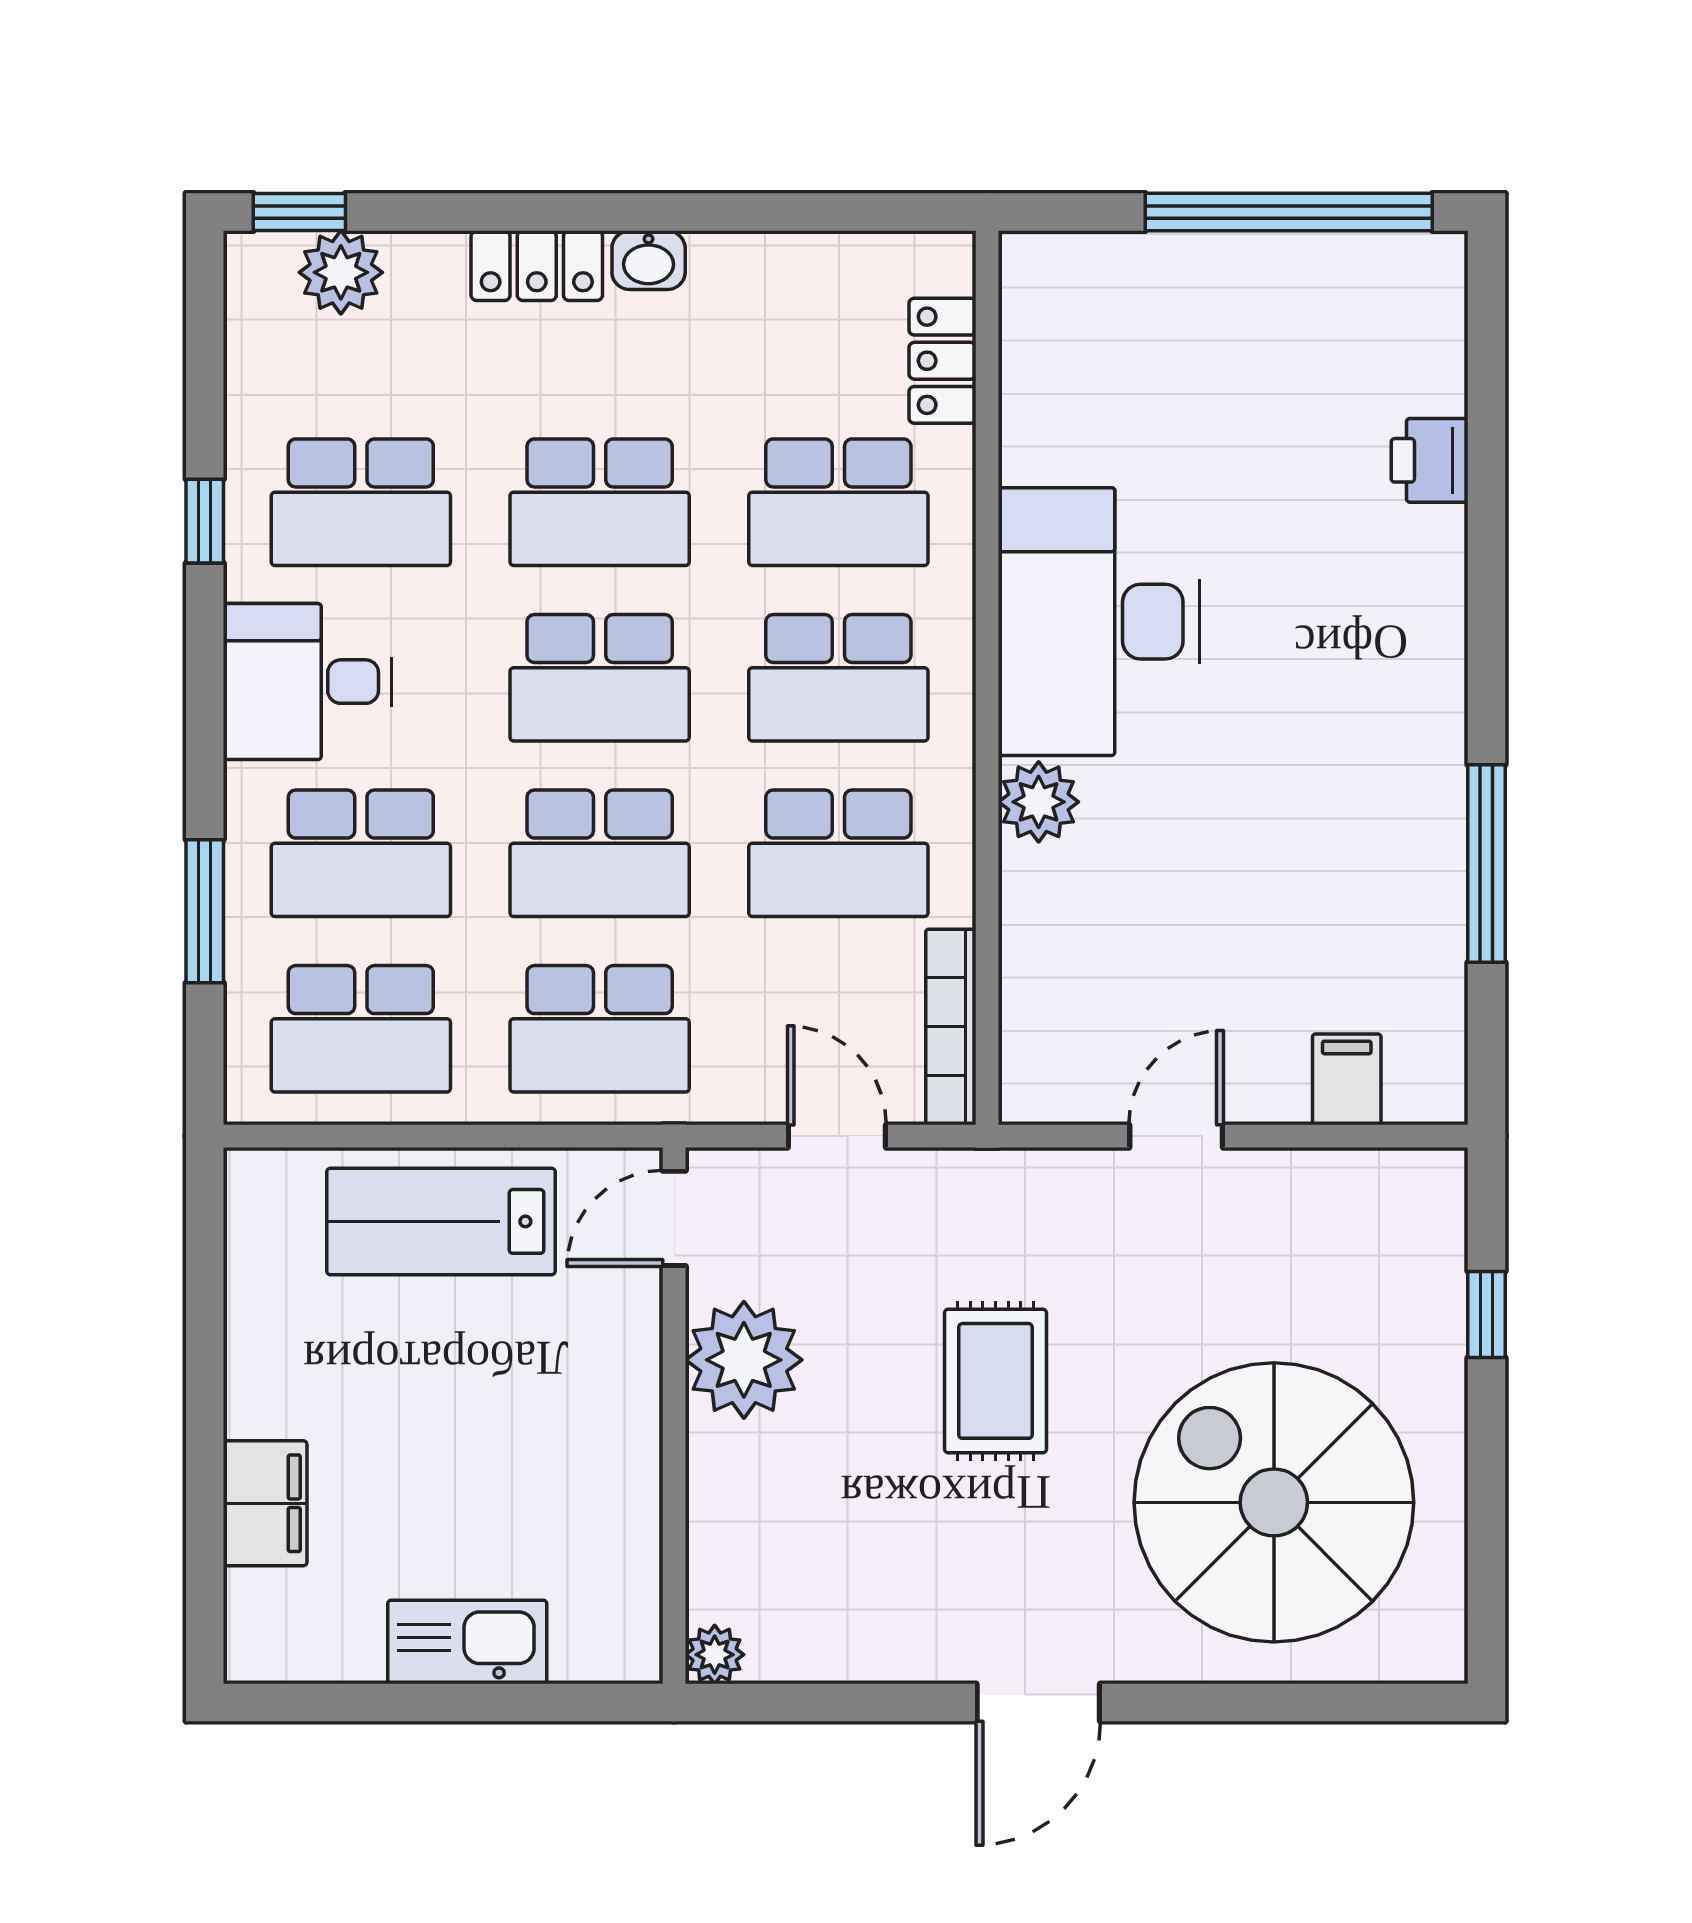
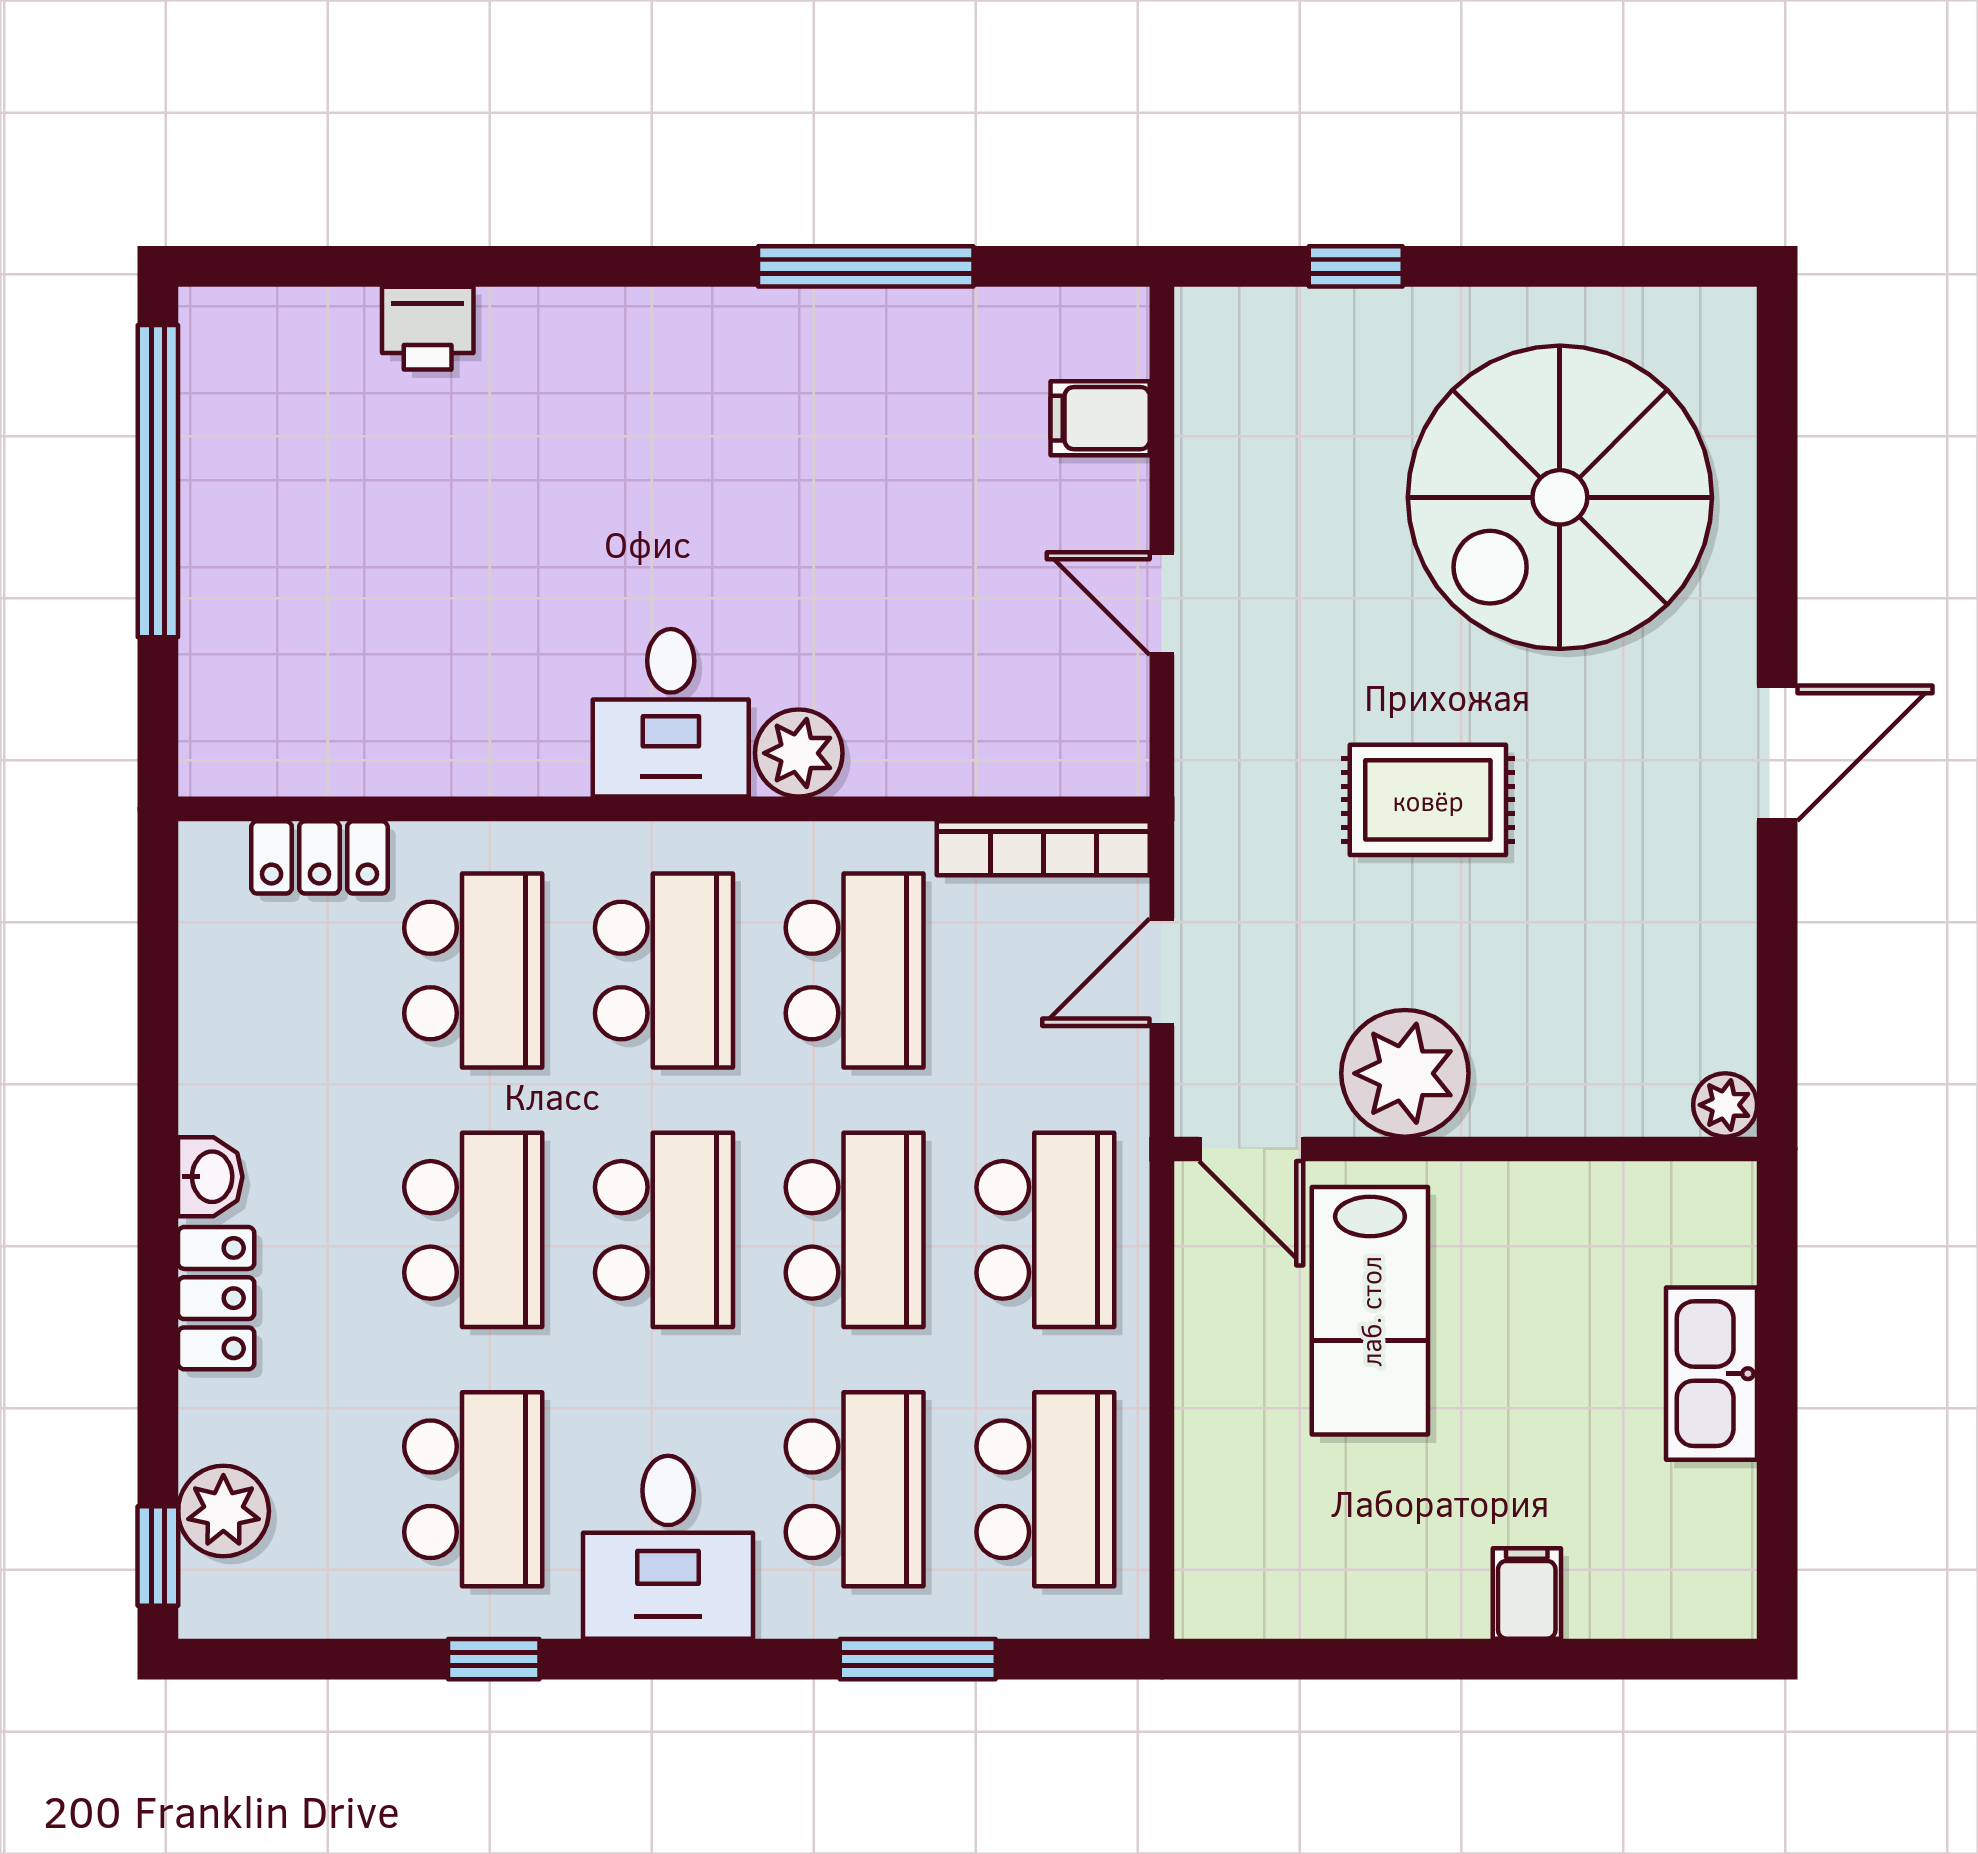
desk: (1099, 622) -> (671, 713), width x0.53, depth x0.77
lab bench: (441, 1221) -> (1370, 1311), moved
filing cabinet: (265, 1503) -> (1527, 1593), width x0.50
door: (1038, 1702) -> (1777, 753), hinge flipped

